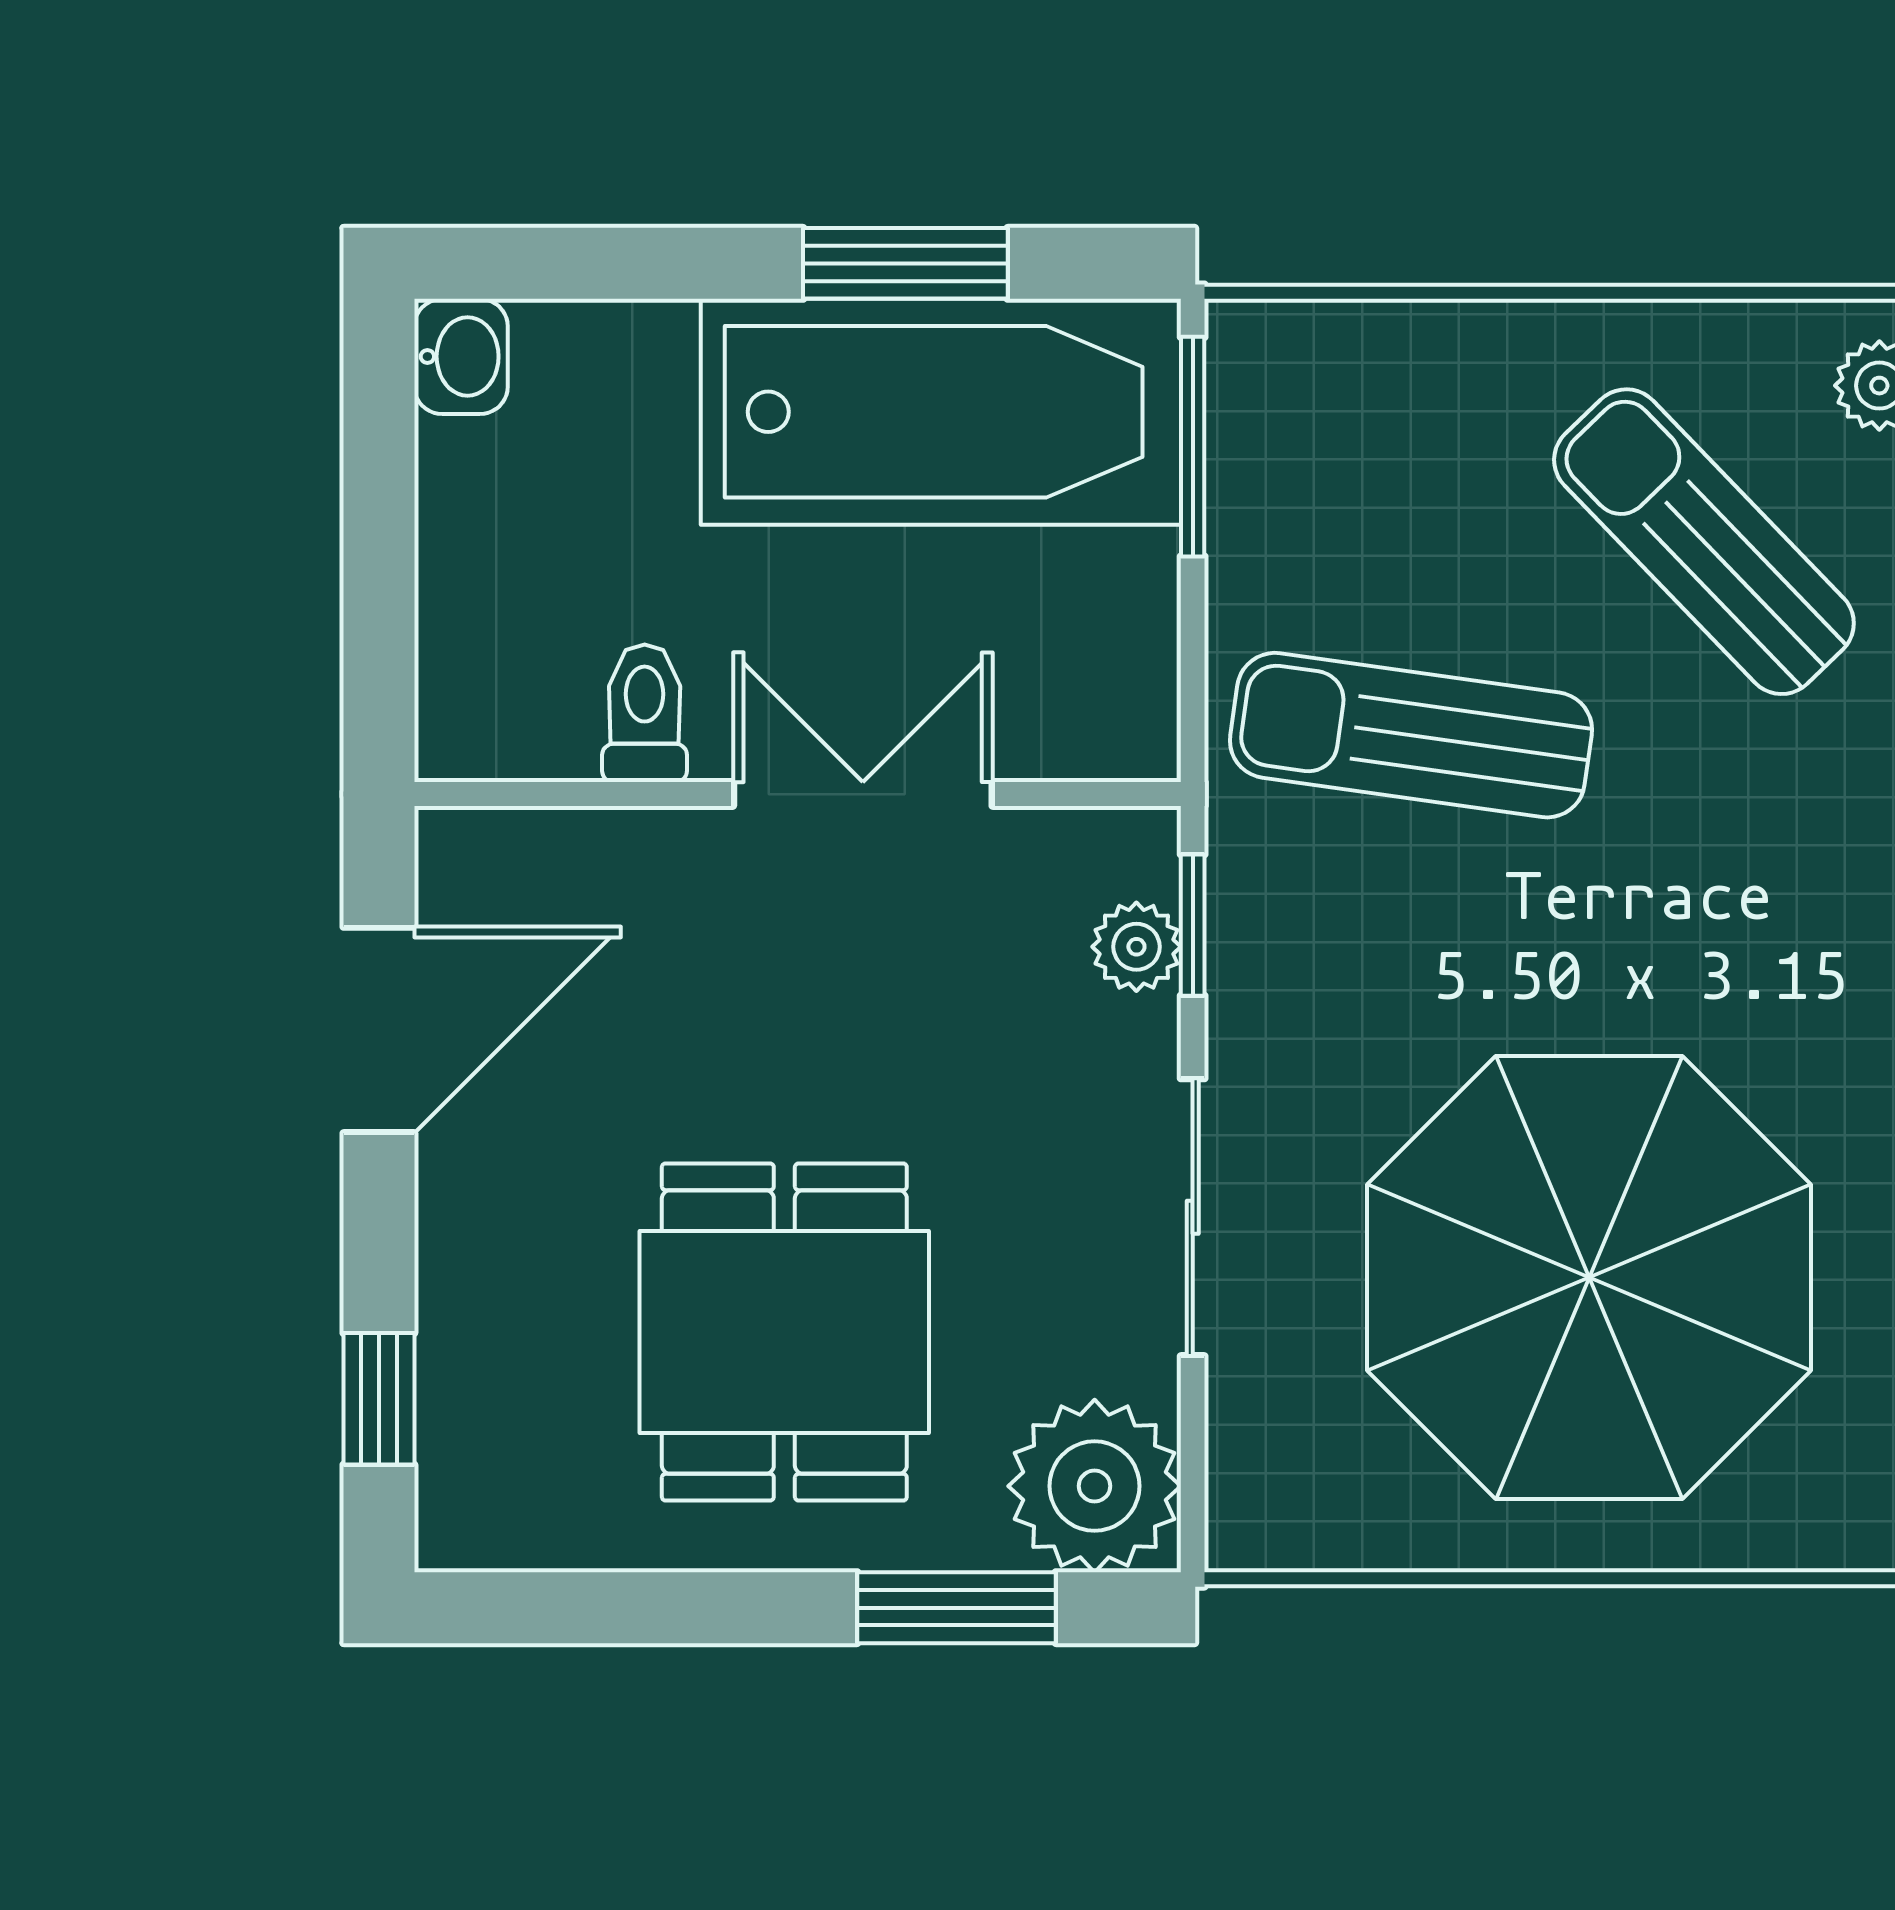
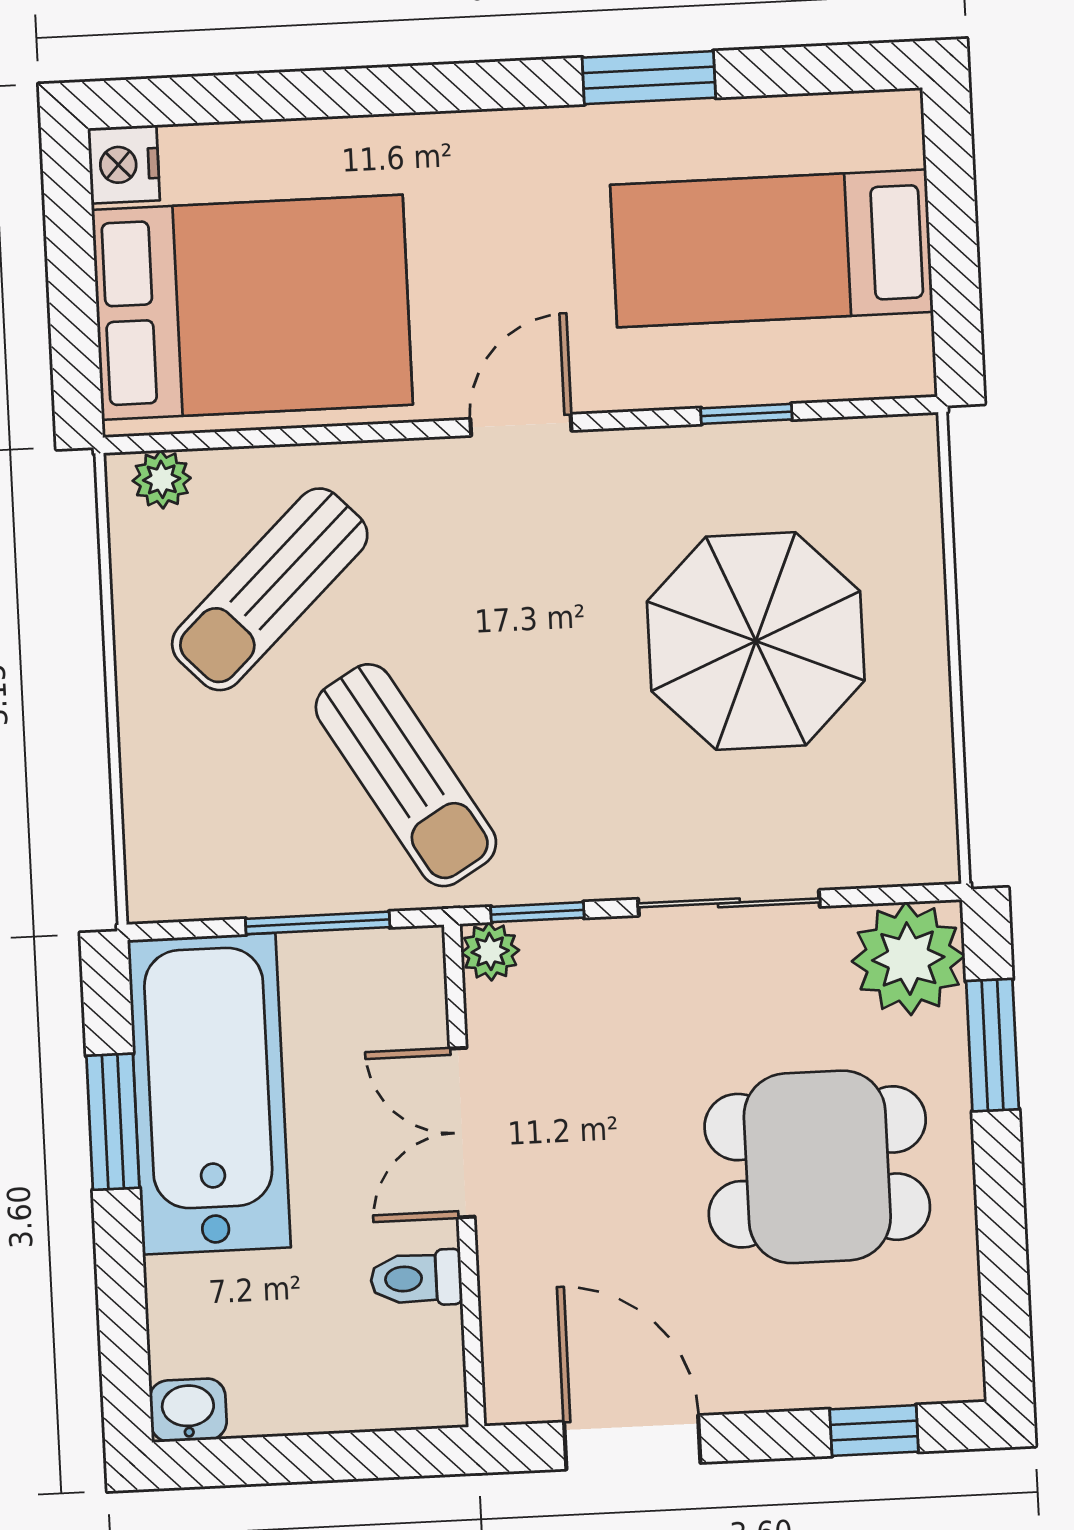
window: (1193, 447) -> (318, 923), moved
sun lounger: (1411, 735) -> (406, 775), turned -39
plant: (1136, 947) -> (490, 951), moved
parasol: (1589, 1278) -> (756, 641), width x0.73, depth x0.73

